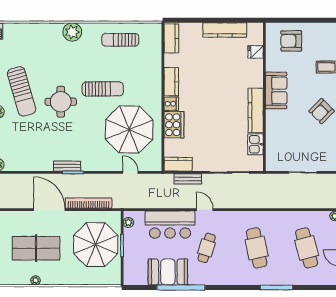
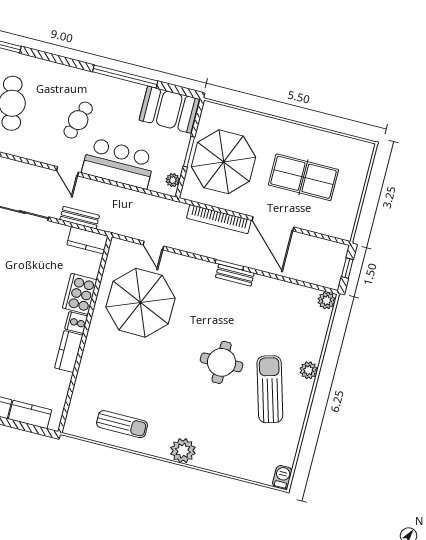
kitchen counter: (171, 38) -> (30, 414), moved, turned 90
sun lounger: (103, 89) -> (162, 365), removed
booth: (168, 272) -> (169, 110), moved
plant: (35, 280) -> (315, 135), removed

